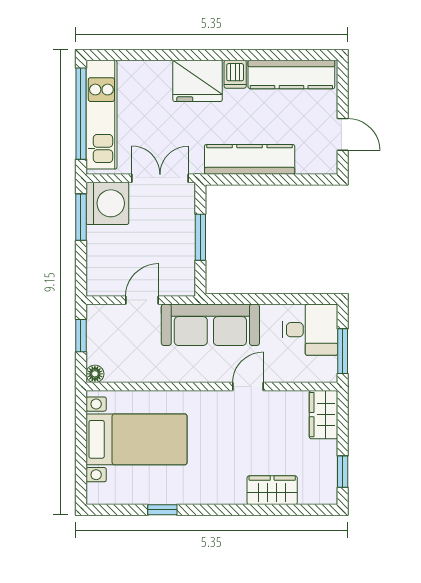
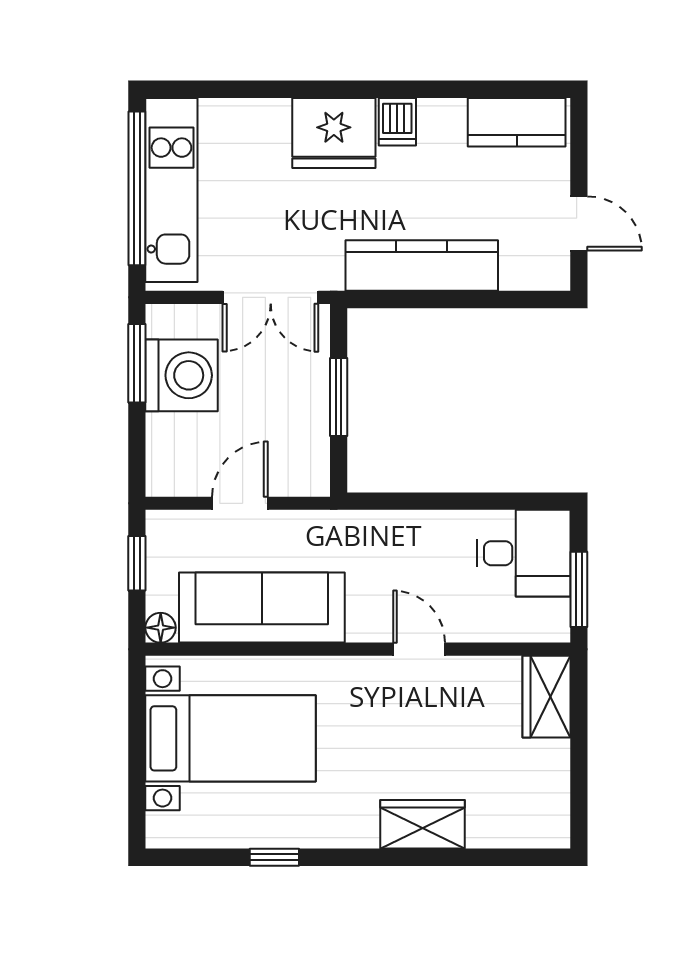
kitchen counter: (291, 74) -> (517, 122), width x0.67
double door: (160, 178) -> (271, 297), swing flipped
washing machine: (107, 203) -> (182, 375), moved
sofa: (210, 325) -> (262, 608), moved, turned 180
door: (248, 387) -> (419, 649), hinge flipped
window: (343, 472) -> (579, 793), removed
wardrobe: (272, 490) -> (422, 824), moved

